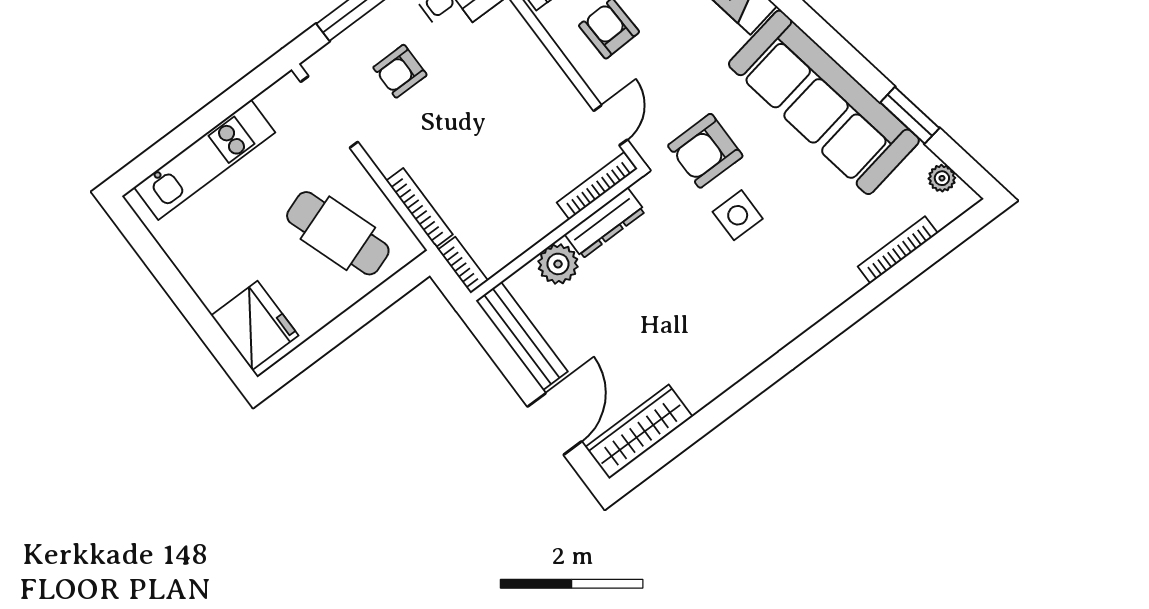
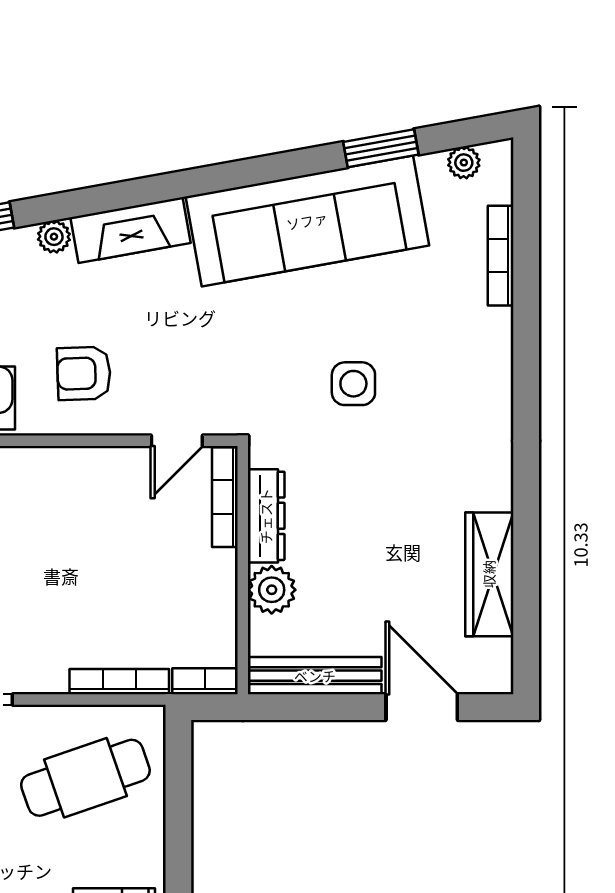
door: (610, 125) -> (177, 441), swing flipped
armchair: (705, 151) -> (269, 369), removed
wardrobe: (639, 432) -> (489, 574), moved

